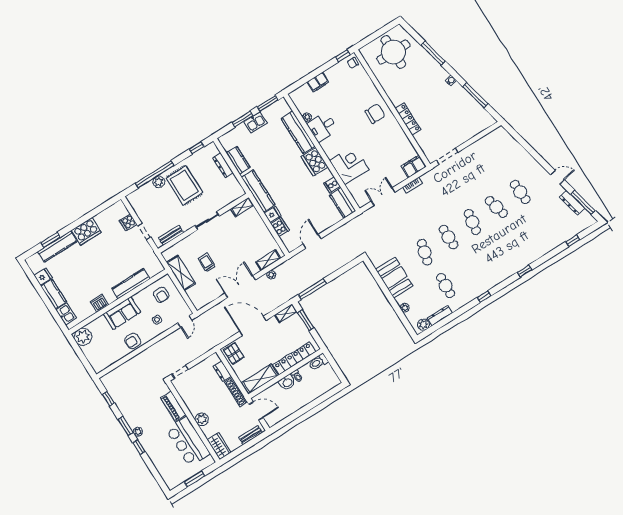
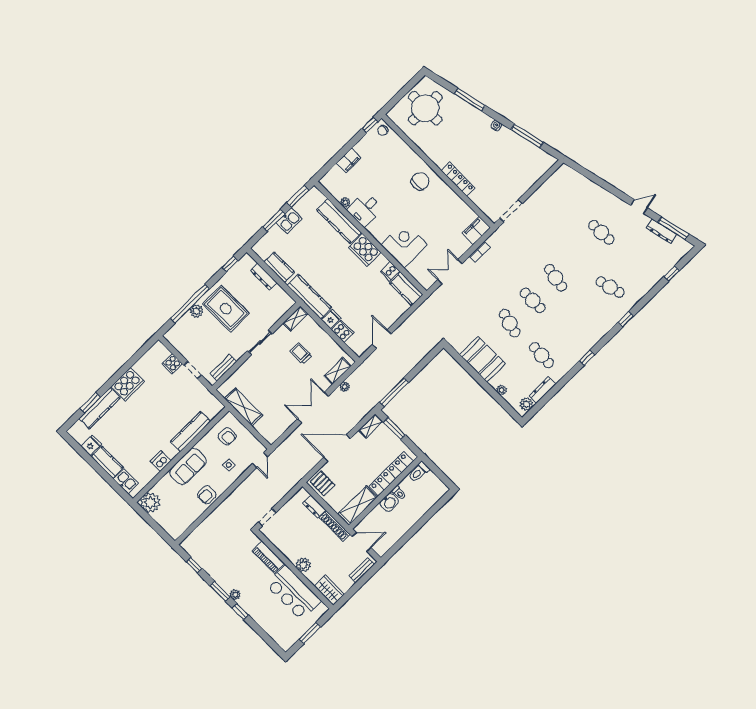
cafe table: (496, 207) -> (610, 287), moved
trolley: (207, 262) -> (301, 353), moved

